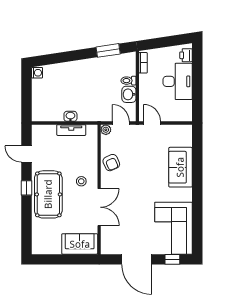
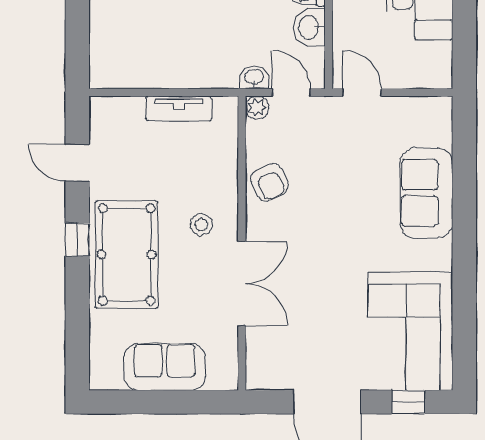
washbasin: (70, 116) -> (254, 77), moved
sofa: (80, 244) -> (165, 367), moved

